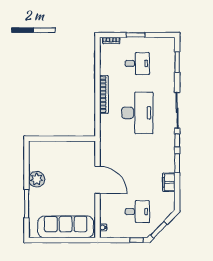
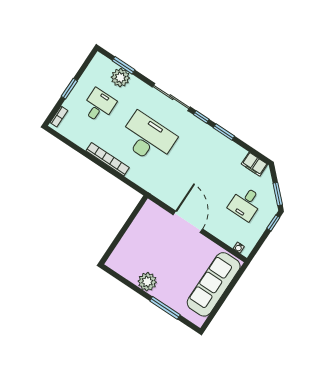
plant: (167, 65) -> (120, 78), added
door: (97, 180) -> (188, 222), hinge flipped
filing cabinet: (169, 182) -> (254, 164), moved
desk: (137, 212) -> (246, 203), turned 180

